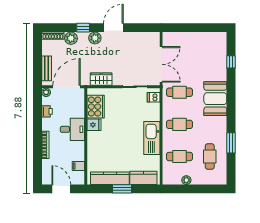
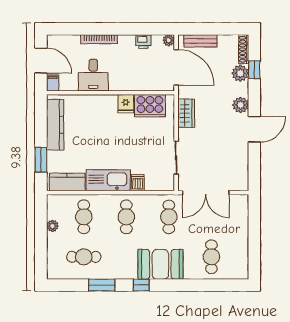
window: (83, 28) -> (254, 70), moved
door: (113, 28) -> (254, 129), hinge flipped
cafe table: (210, 60) -> (211, 257), added
window: (231, 62) -> (141, 285), moved
dishwasher: (154, 97) -> (138, 183), moved
desk: (72, 129) -> (93, 75), moved
filing cabinet: (78, 166) -> (53, 83), moved
kitchen counter: (143, 178) -> (67, 182), moved, turned -90
door: (61, 189) -> (41, 61), hinge flipped
window: (122, 189) -> (41, 160), moved

